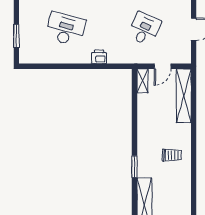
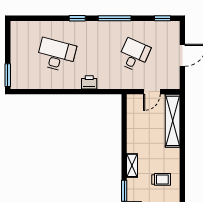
window: (16, 36) -> (8, 75), moved
shelving: (143, 81) -> (132, 165), moved

